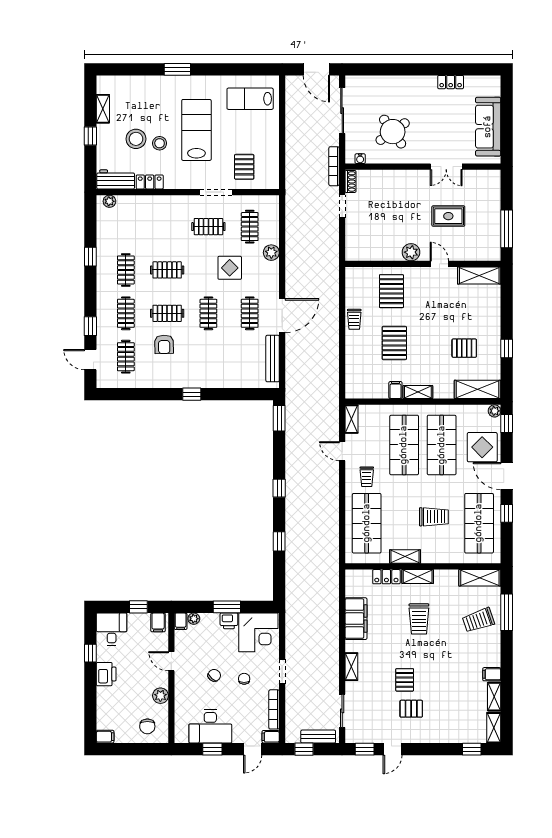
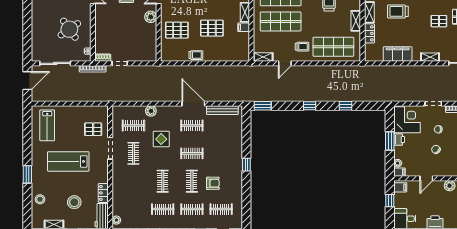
stool: (160, 143) -> (40, 199), moved
trolley: (419, 619) -> (398, 11), turned 180

